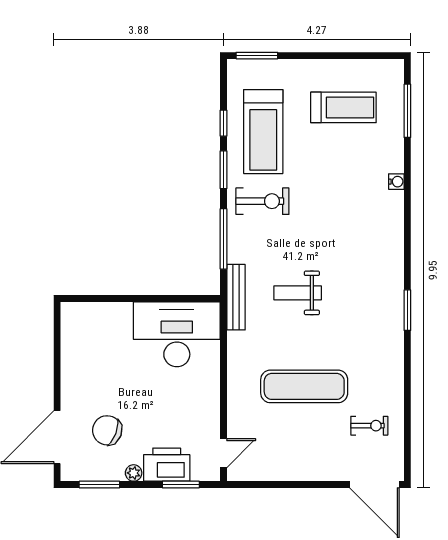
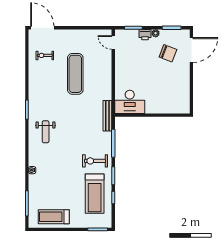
treadmill: (343, 107) -> (54, 217), moved
treadmill: (263, 132) -> (95, 194), turned 180
weight bench: (298, 293) -> (46, 132), moved, turned 90
desk: (177, 334) -> (130, 102), width x0.73, depth x0.77
exercise mat: (304, 386) -> (75, 74), turned 90
door: (224, 453) -> (113, 43), hinge flipped
printer: (167, 465) -> (145, 35), width x0.53, depth x0.68

